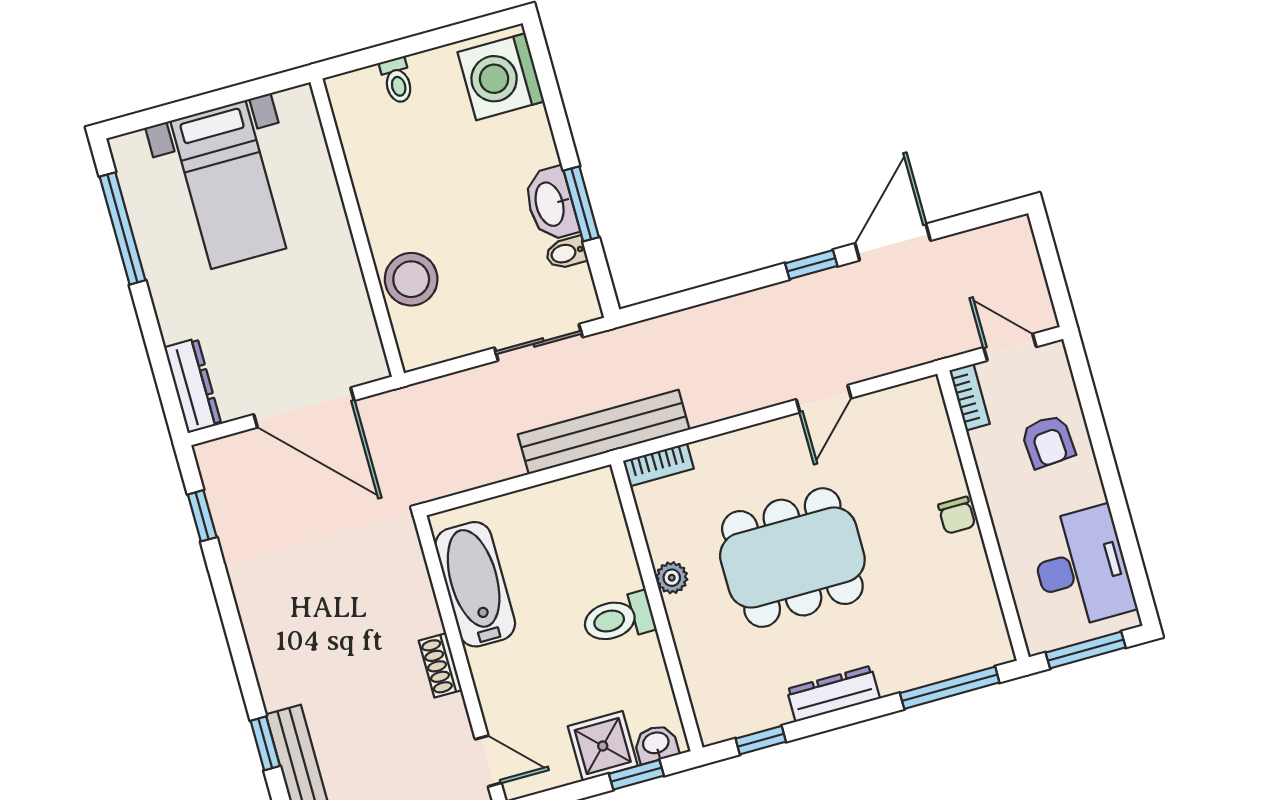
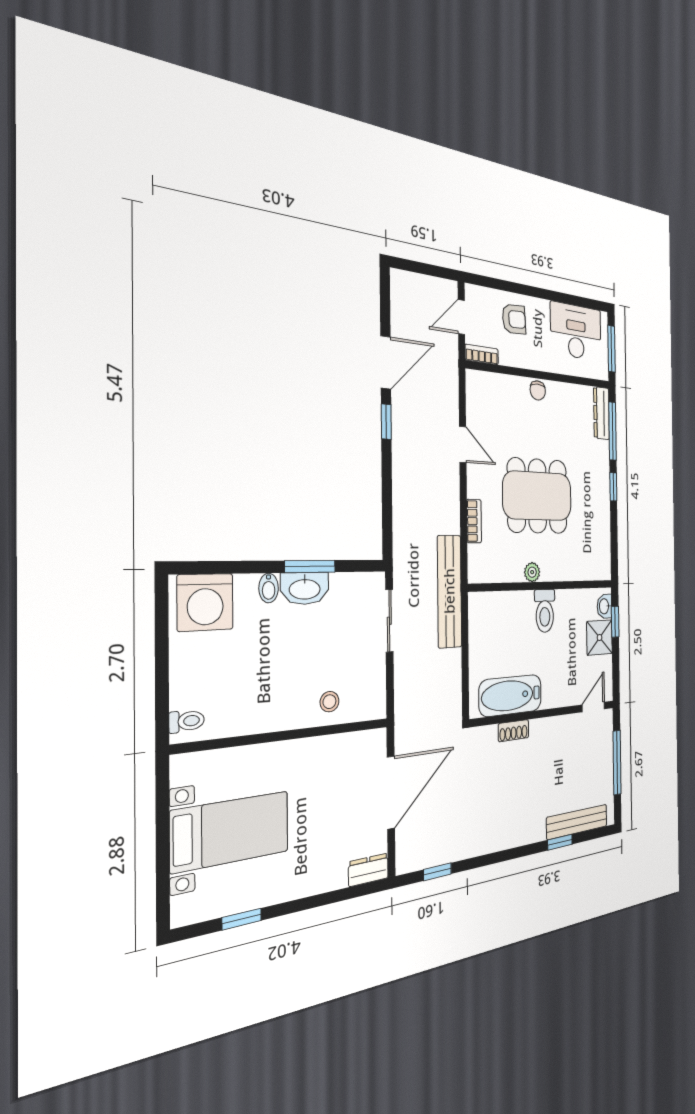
toilet: (397, 80) -> (187, 721), moved
window: (122, 228) -> (242, 919), width x0.46
door: (893, 242) -> (386, 362), swing flipped
bidet: (566, 253) -> (269, 588), moved
stool: (411, 279) -> (329, 702), width x0.53, depth x0.53
dresser: (193, 386) -> (368, 870), width x0.70
bookcase: (658, 465) -> (474, 521), moved
chair: (957, 515) -> (538, 390), turned 90
dining table: (792, 558) -> (537, 496), turned 90
shoe rack: (440, 665) -> (514, 731), moved
dresser: (833, 694) -> (602, 413), moved
window: (761, 740) -> (613, 487), moved

